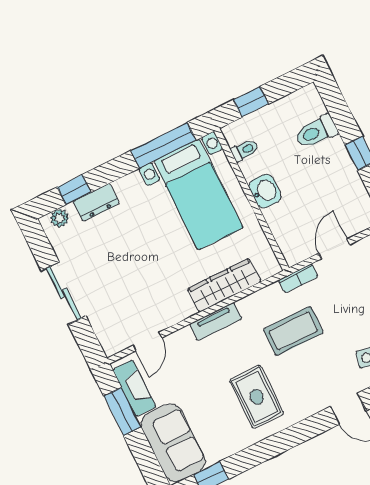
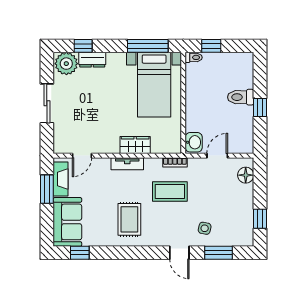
toilet: (316, 132) -> (241, 97), moved
toilet: (245, 150) -> (194, 57), moved
washbasin: (265, 191) -> (194, 142), moved
plant: (60, 218) -> (66, 64), width x1.88, depth x1.88
bookcase: (298, 278) -> (175, 162), moved
wardrobe: (224, 285) -> (135, 145), width x0.67

